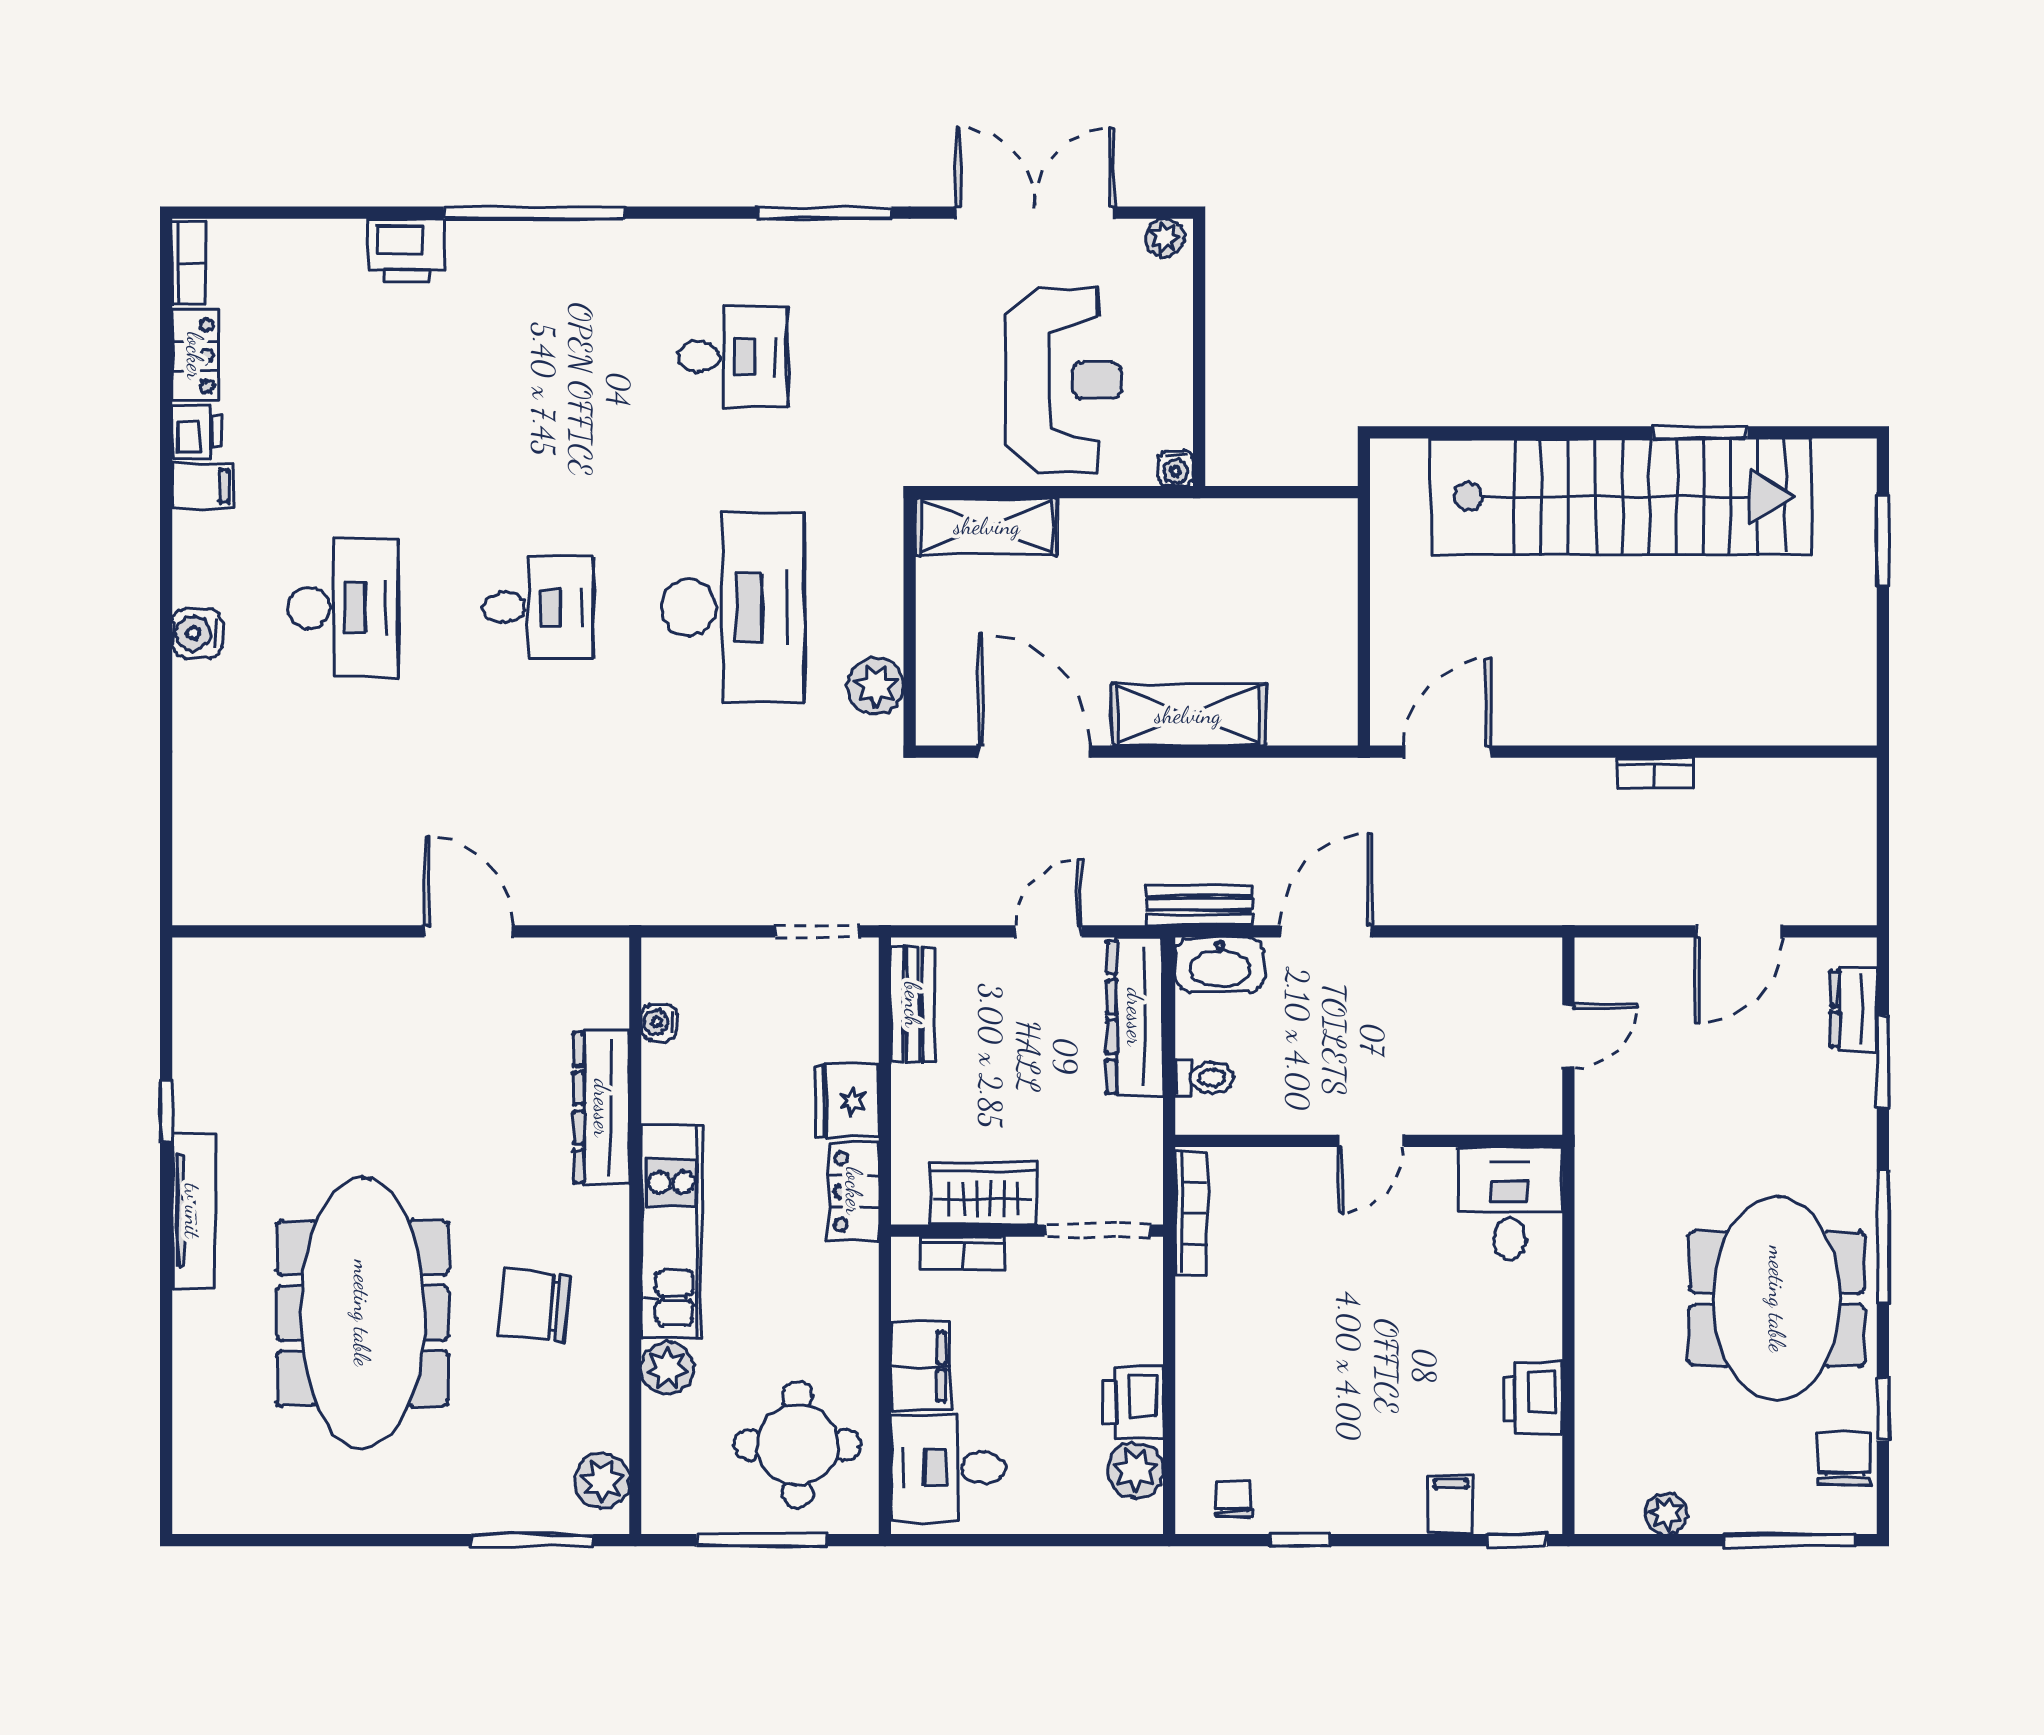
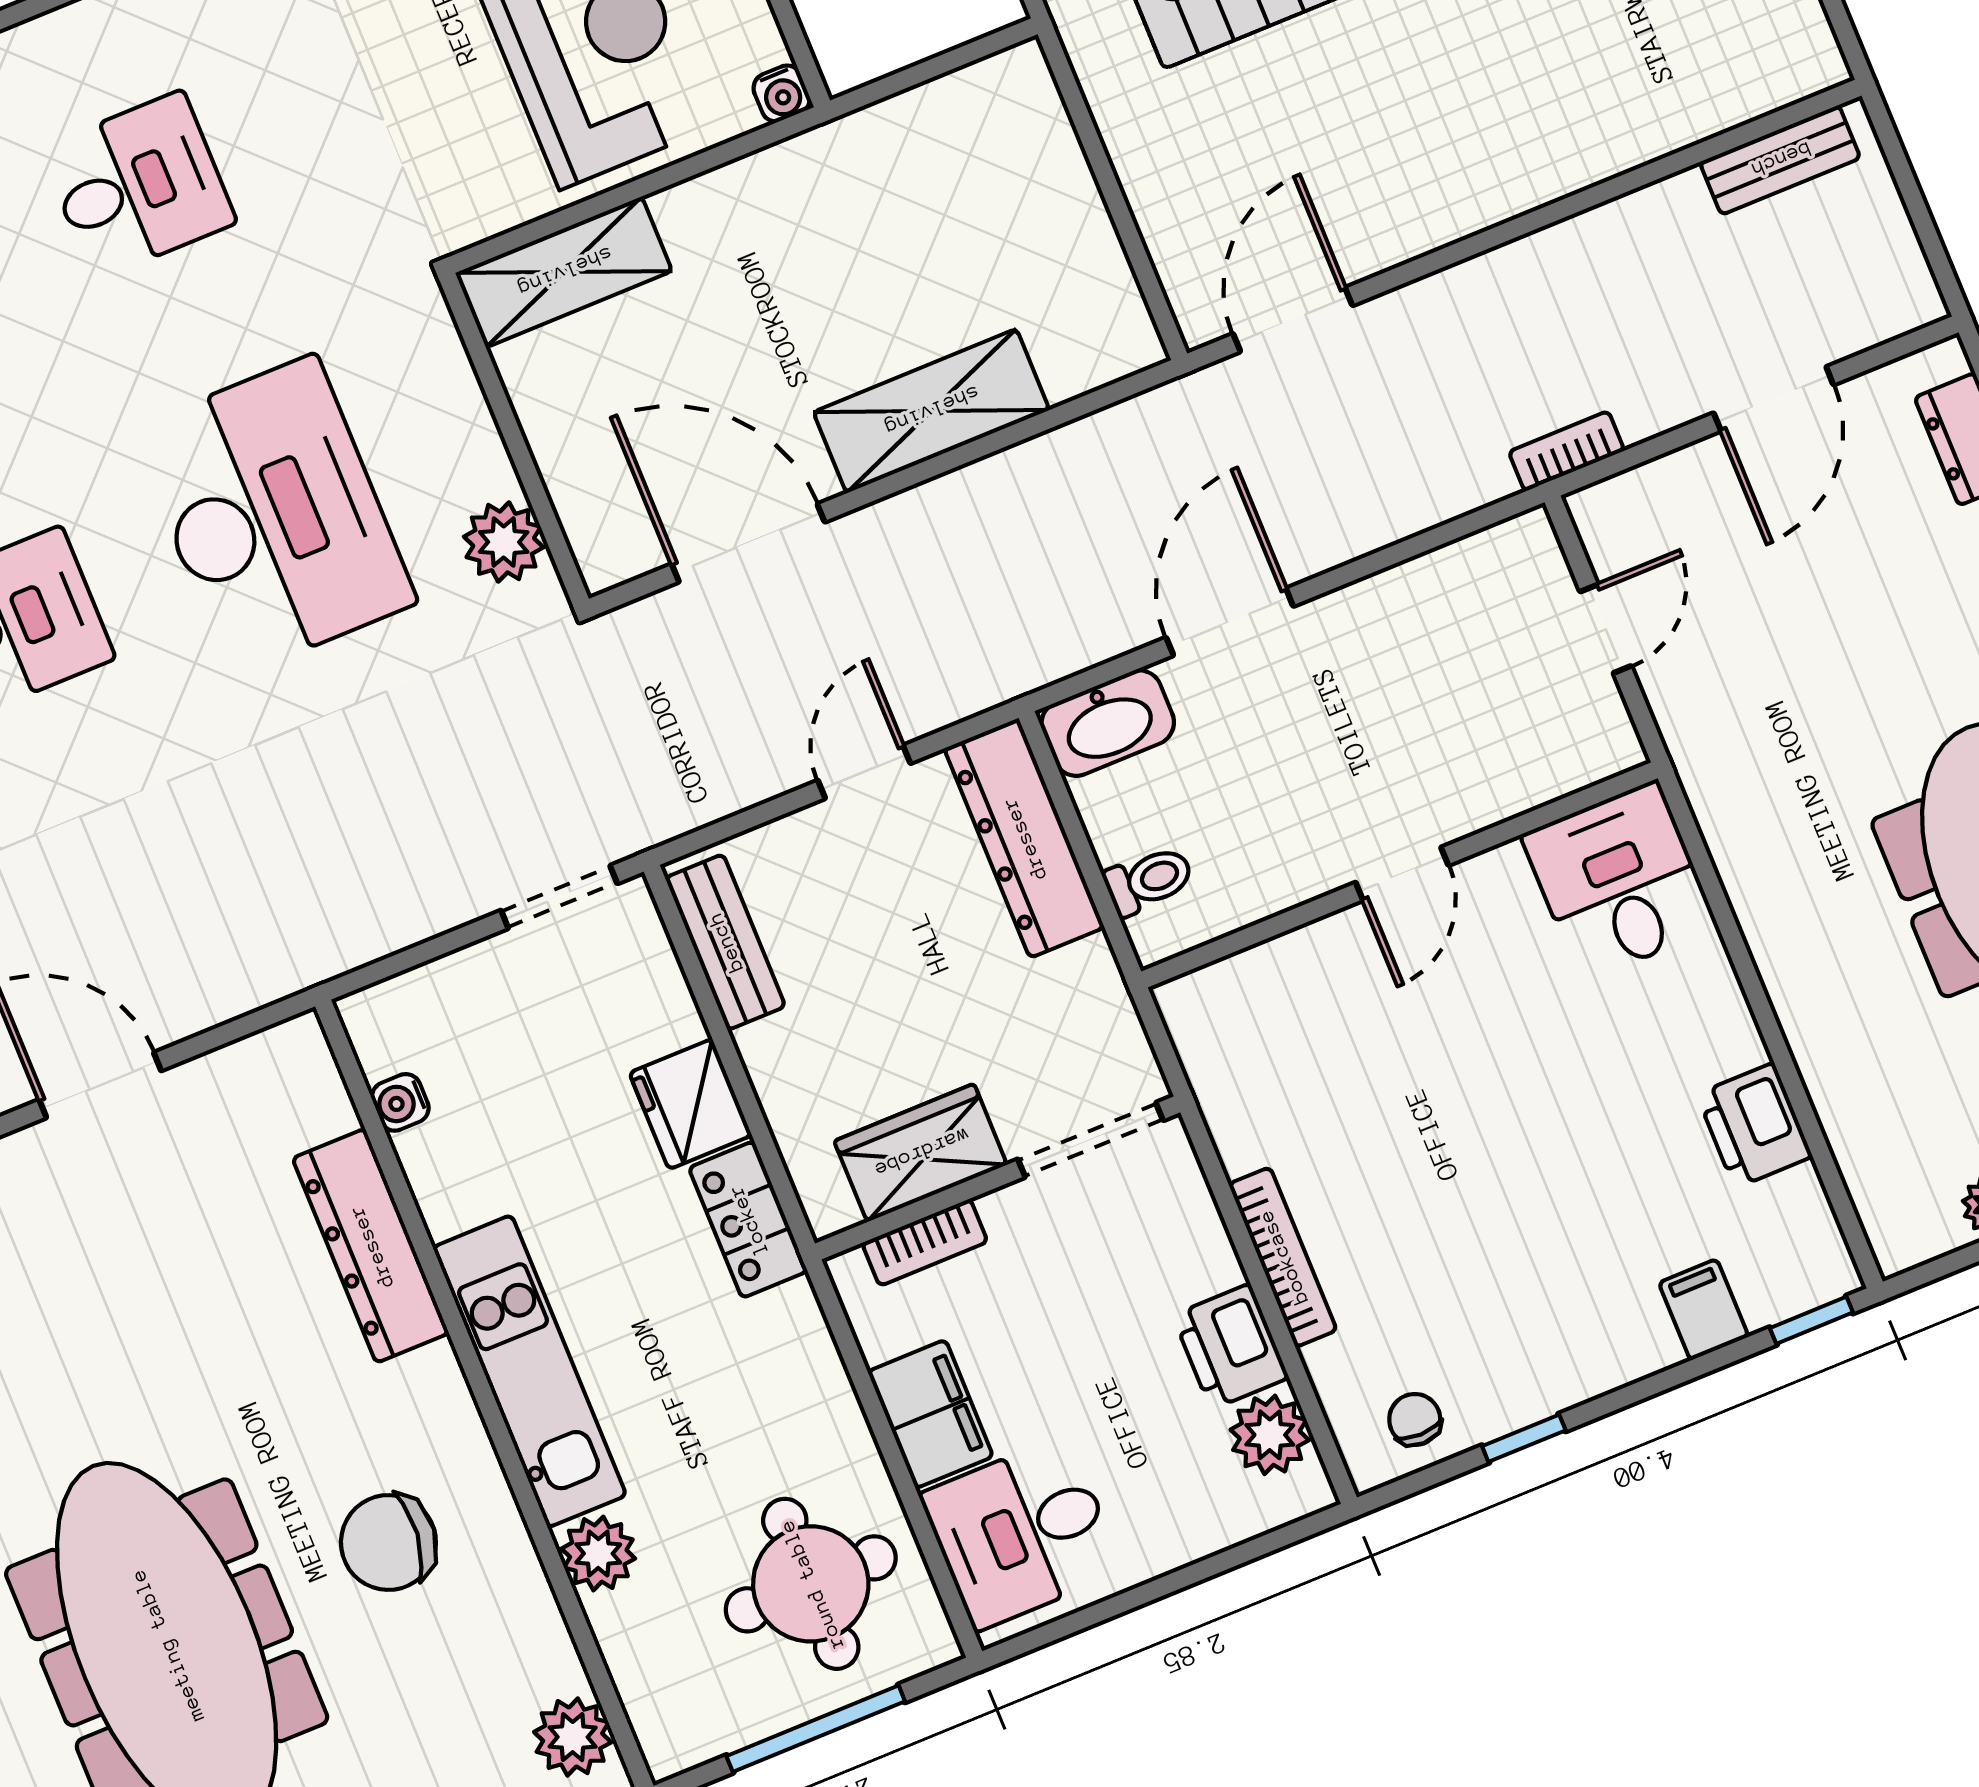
bookcase: (1655, 773) -> (1567, 451), moved, turned 180
bench: (1199, 905) -> (1780, 160), moved
bookcase: (1191, 1213) -> (1283, 1257), moved

